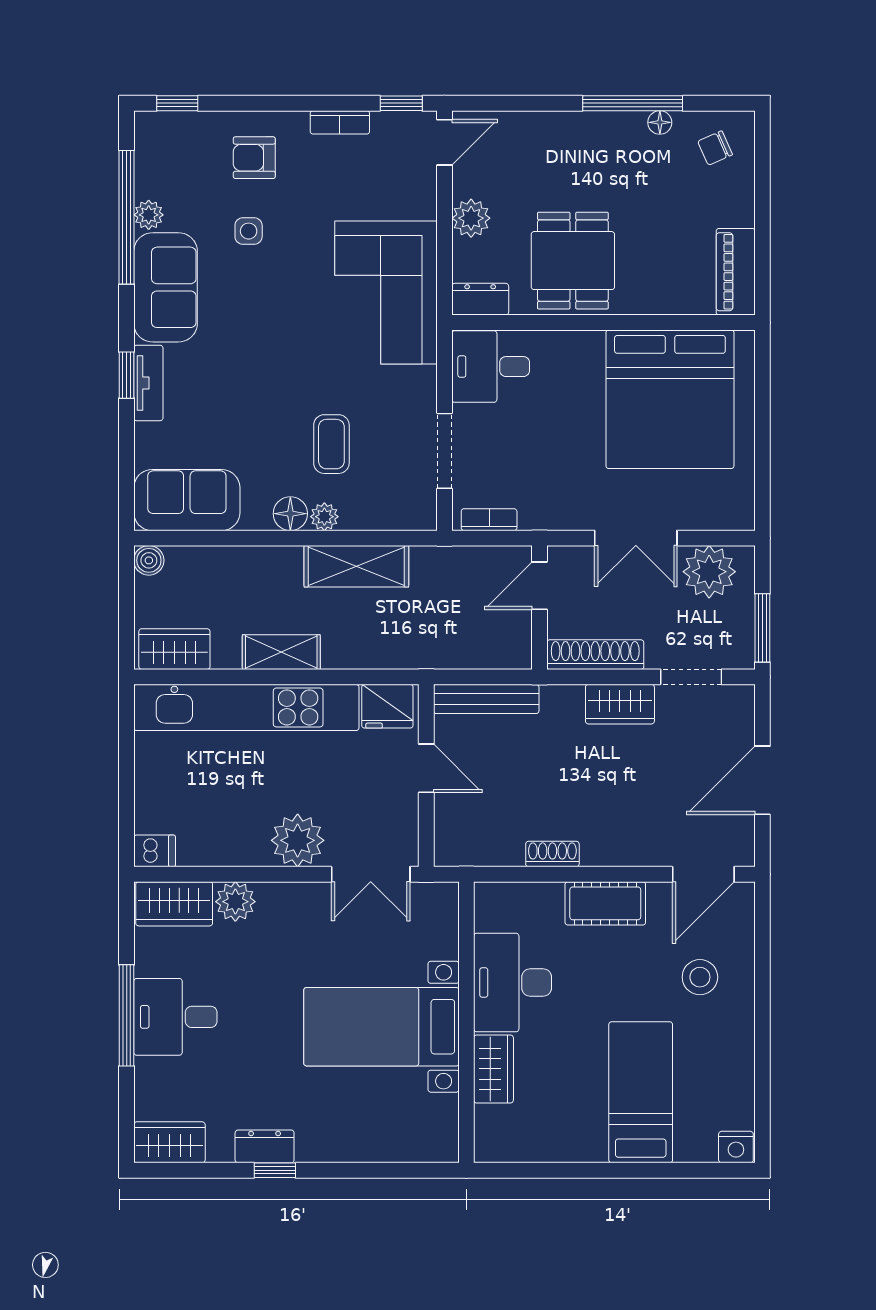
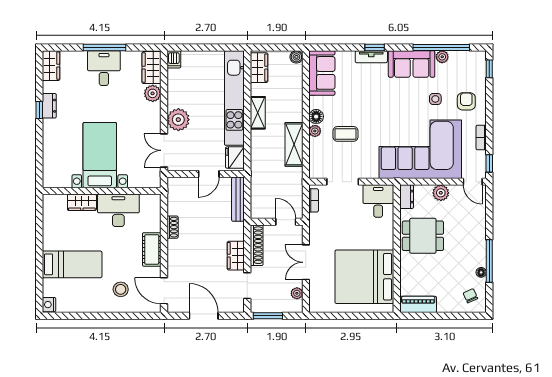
corner sofa: (386, 293) -> (420, 149), width x1.36, depth x1.36
plant: (709, 572) -> (297, 293), width x0.53, depth x0.53

